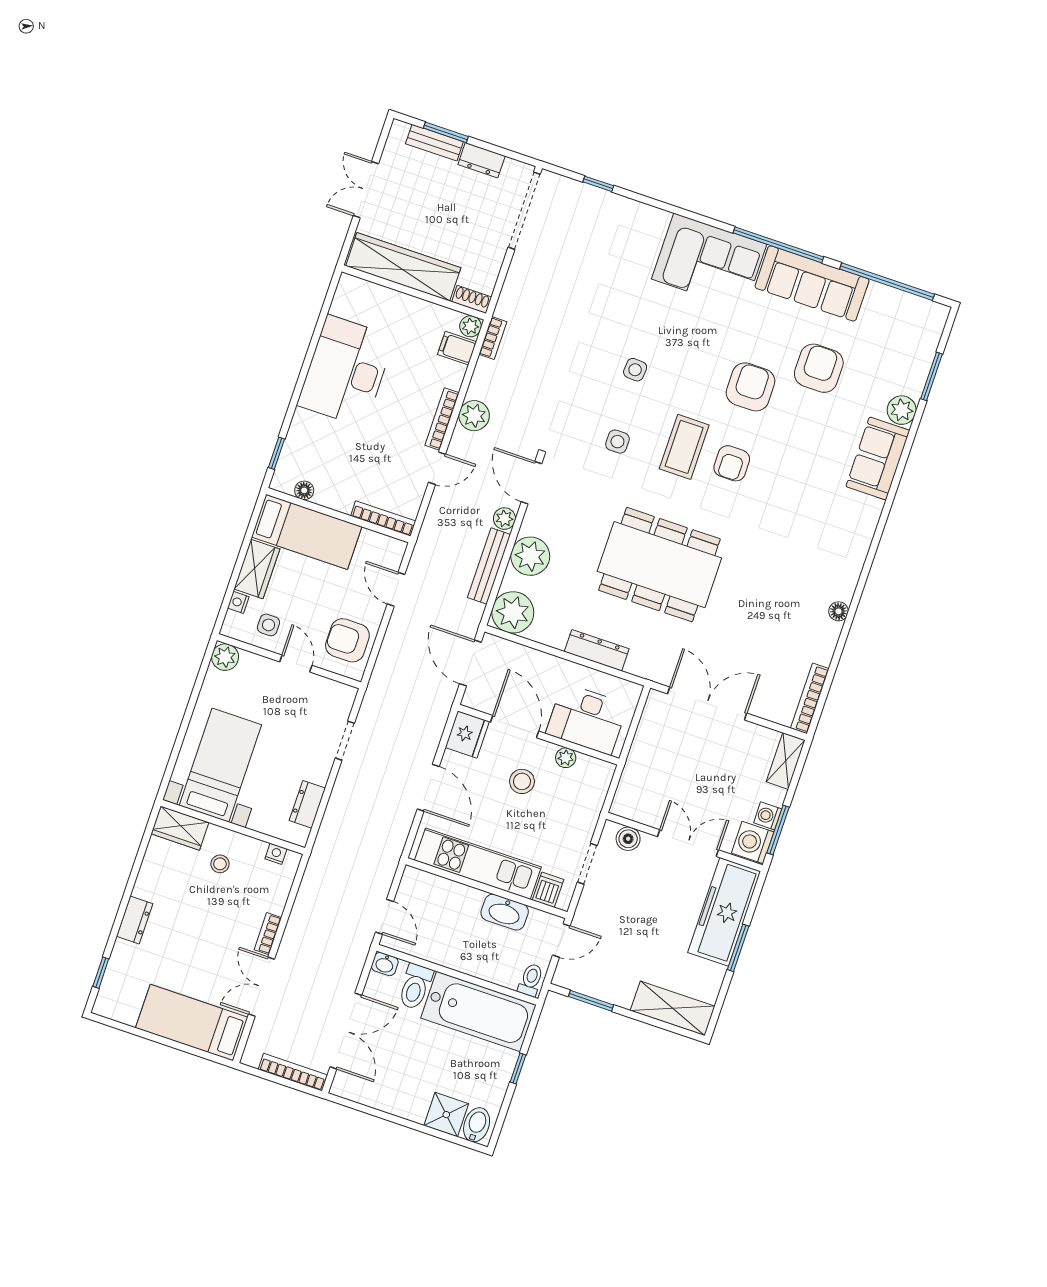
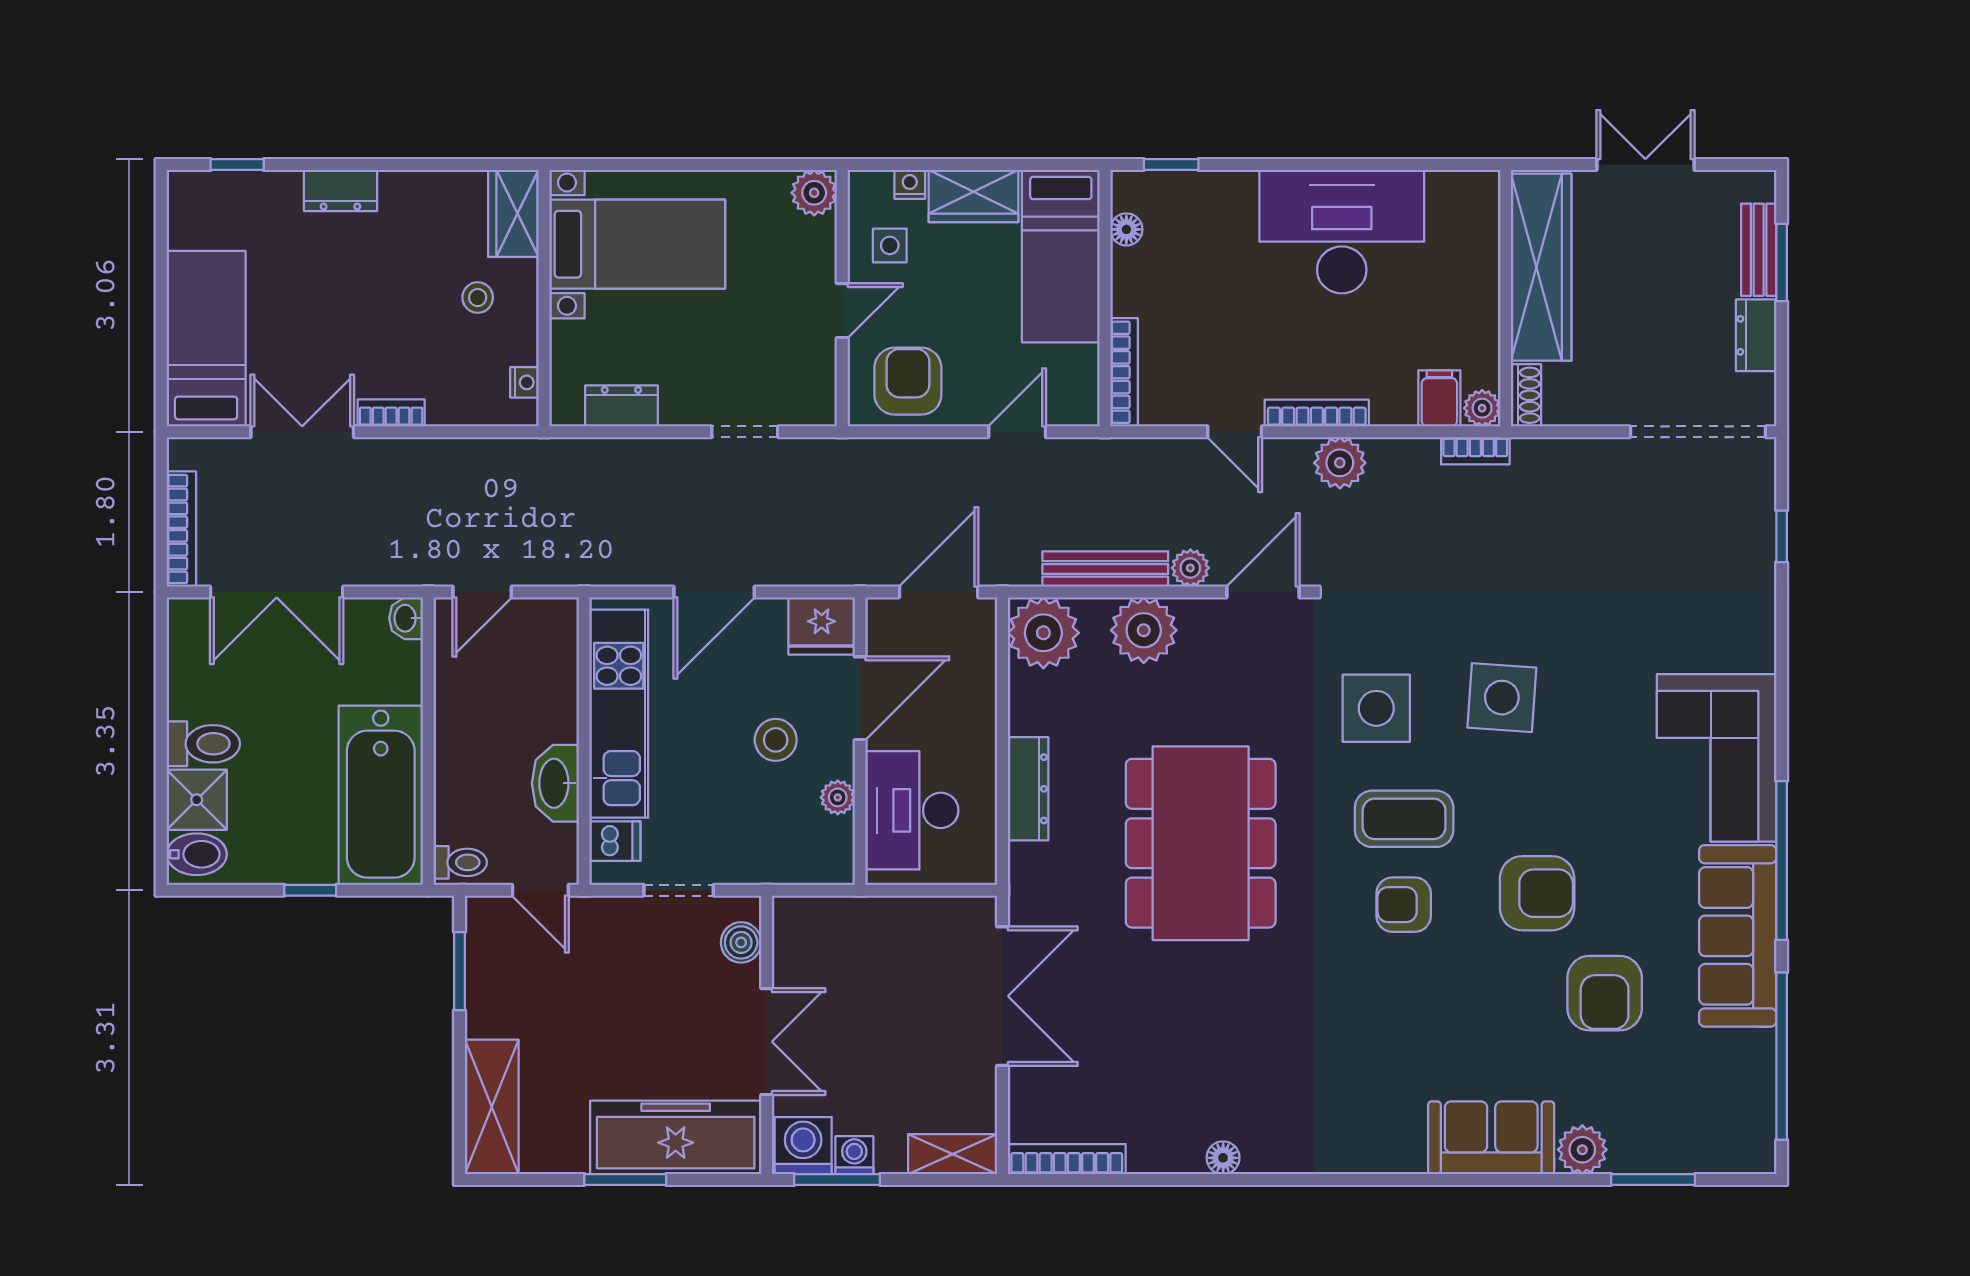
armchair: (819, 368) -> (1605, 993), turned 90
side table: (635, 370) -> (1502, 698), width x1.87, depth x1.87
side table: (617, 442) -> (1376, 708), width x1.87, depth x1.87
toilet: (415, 987) -> (203, 744), moved, turned 180

